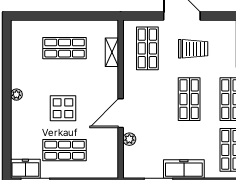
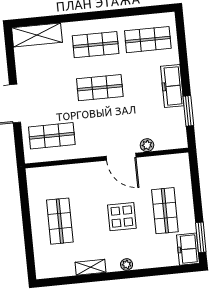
trolley: (193, 49) -> (48, 89), removed
shelving: (112, 52) -> (91, 267), moved
plant: (16, 95) -> (127, 265), moved

